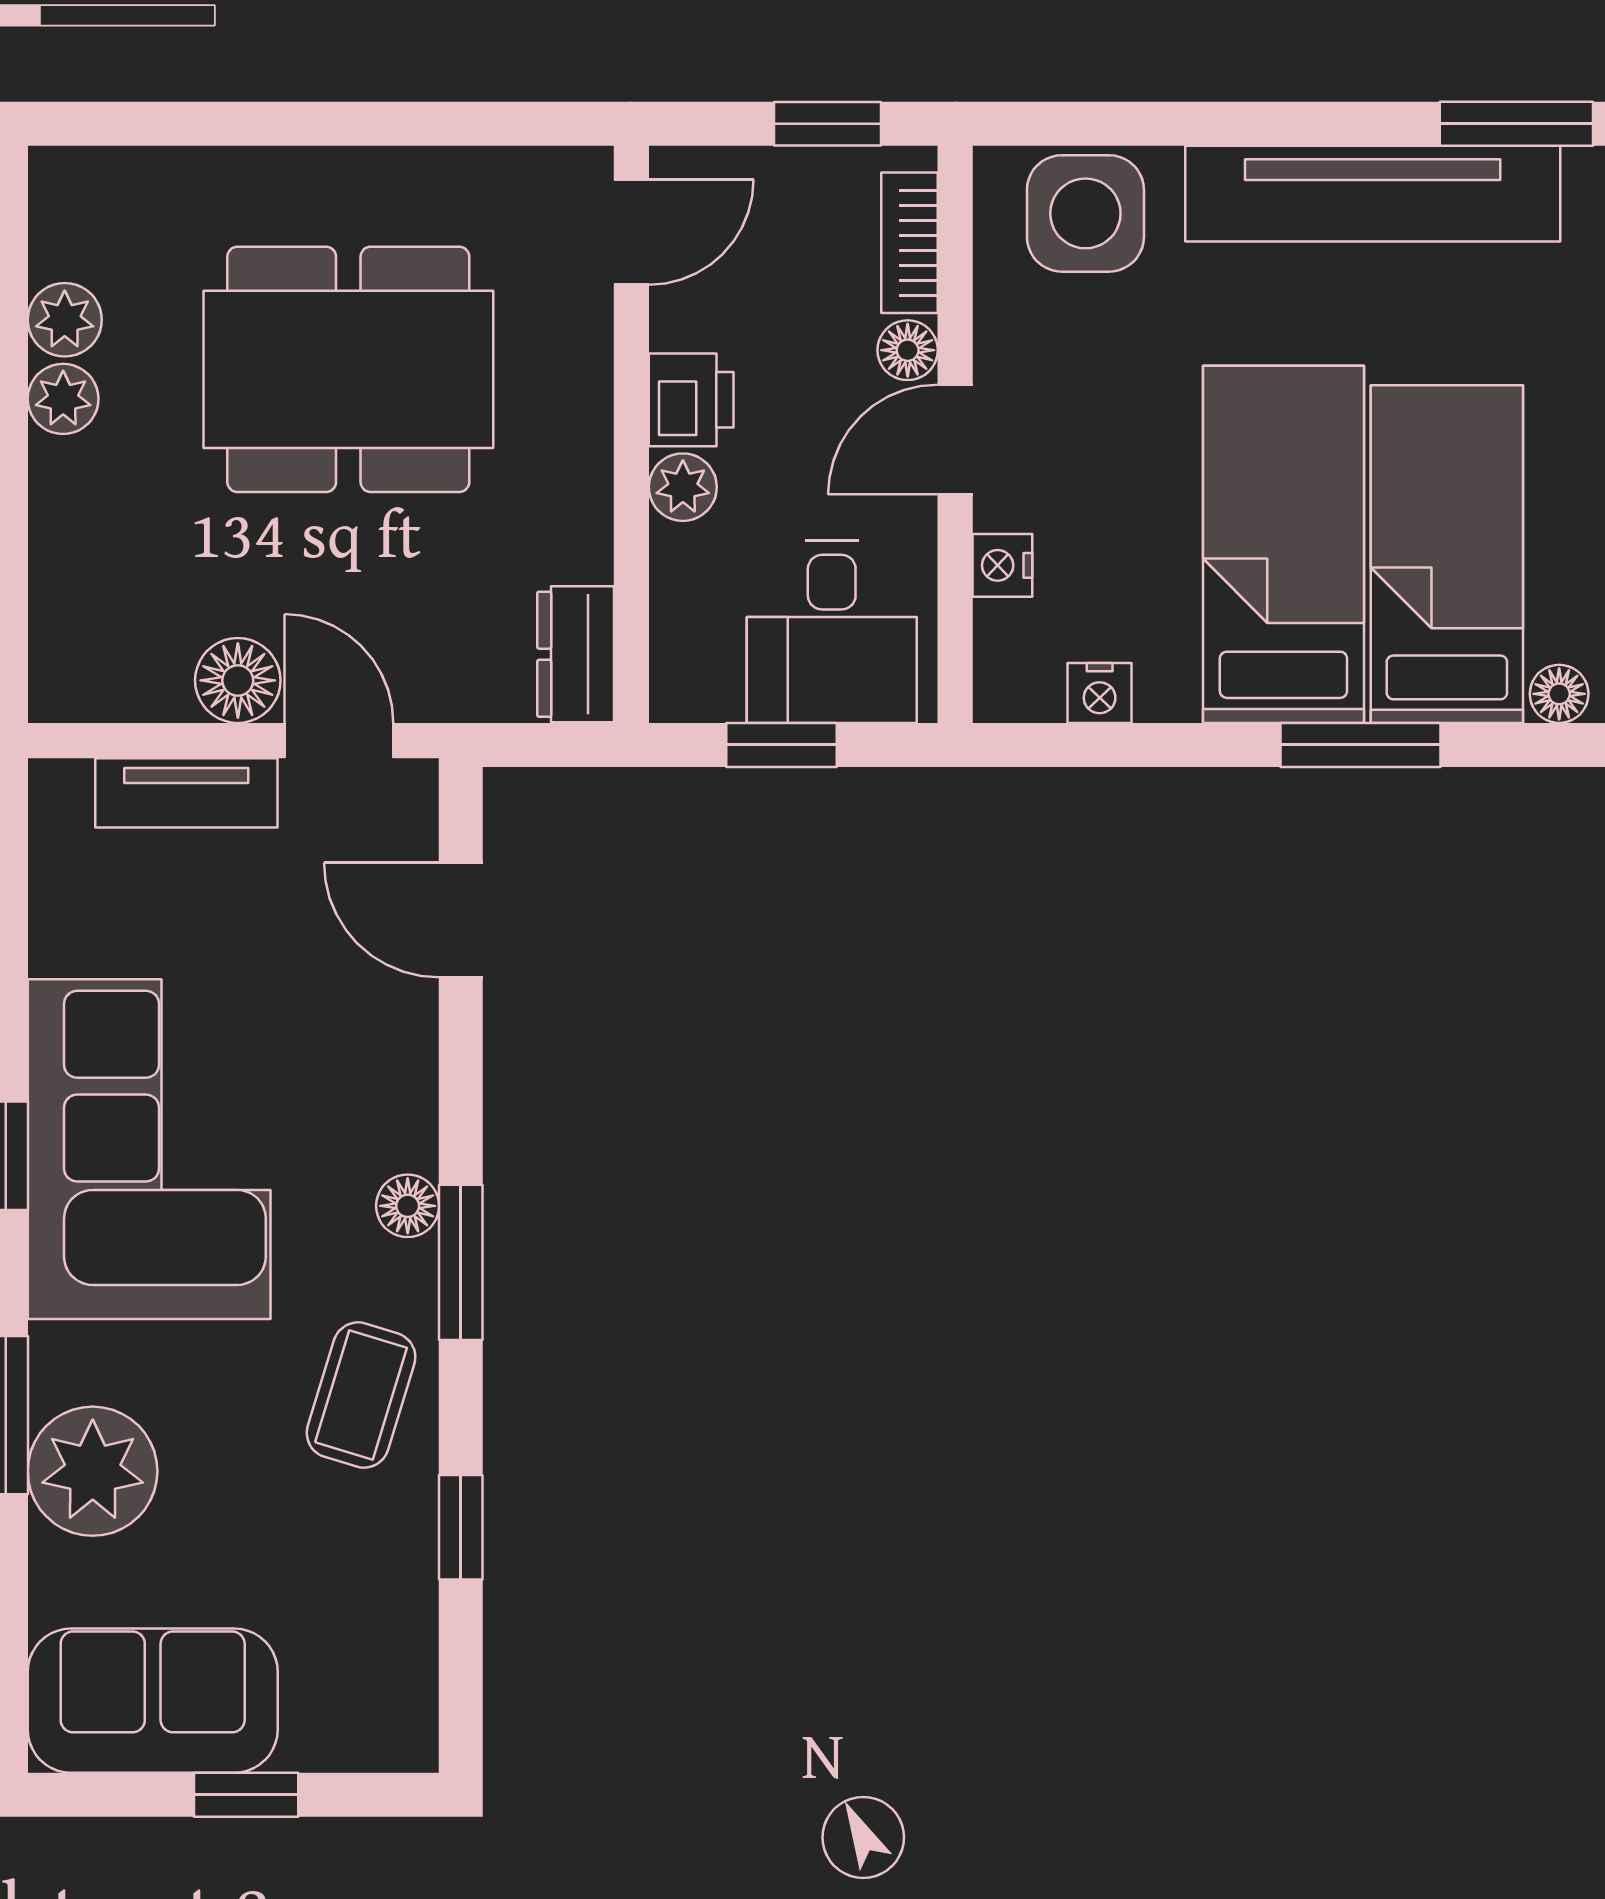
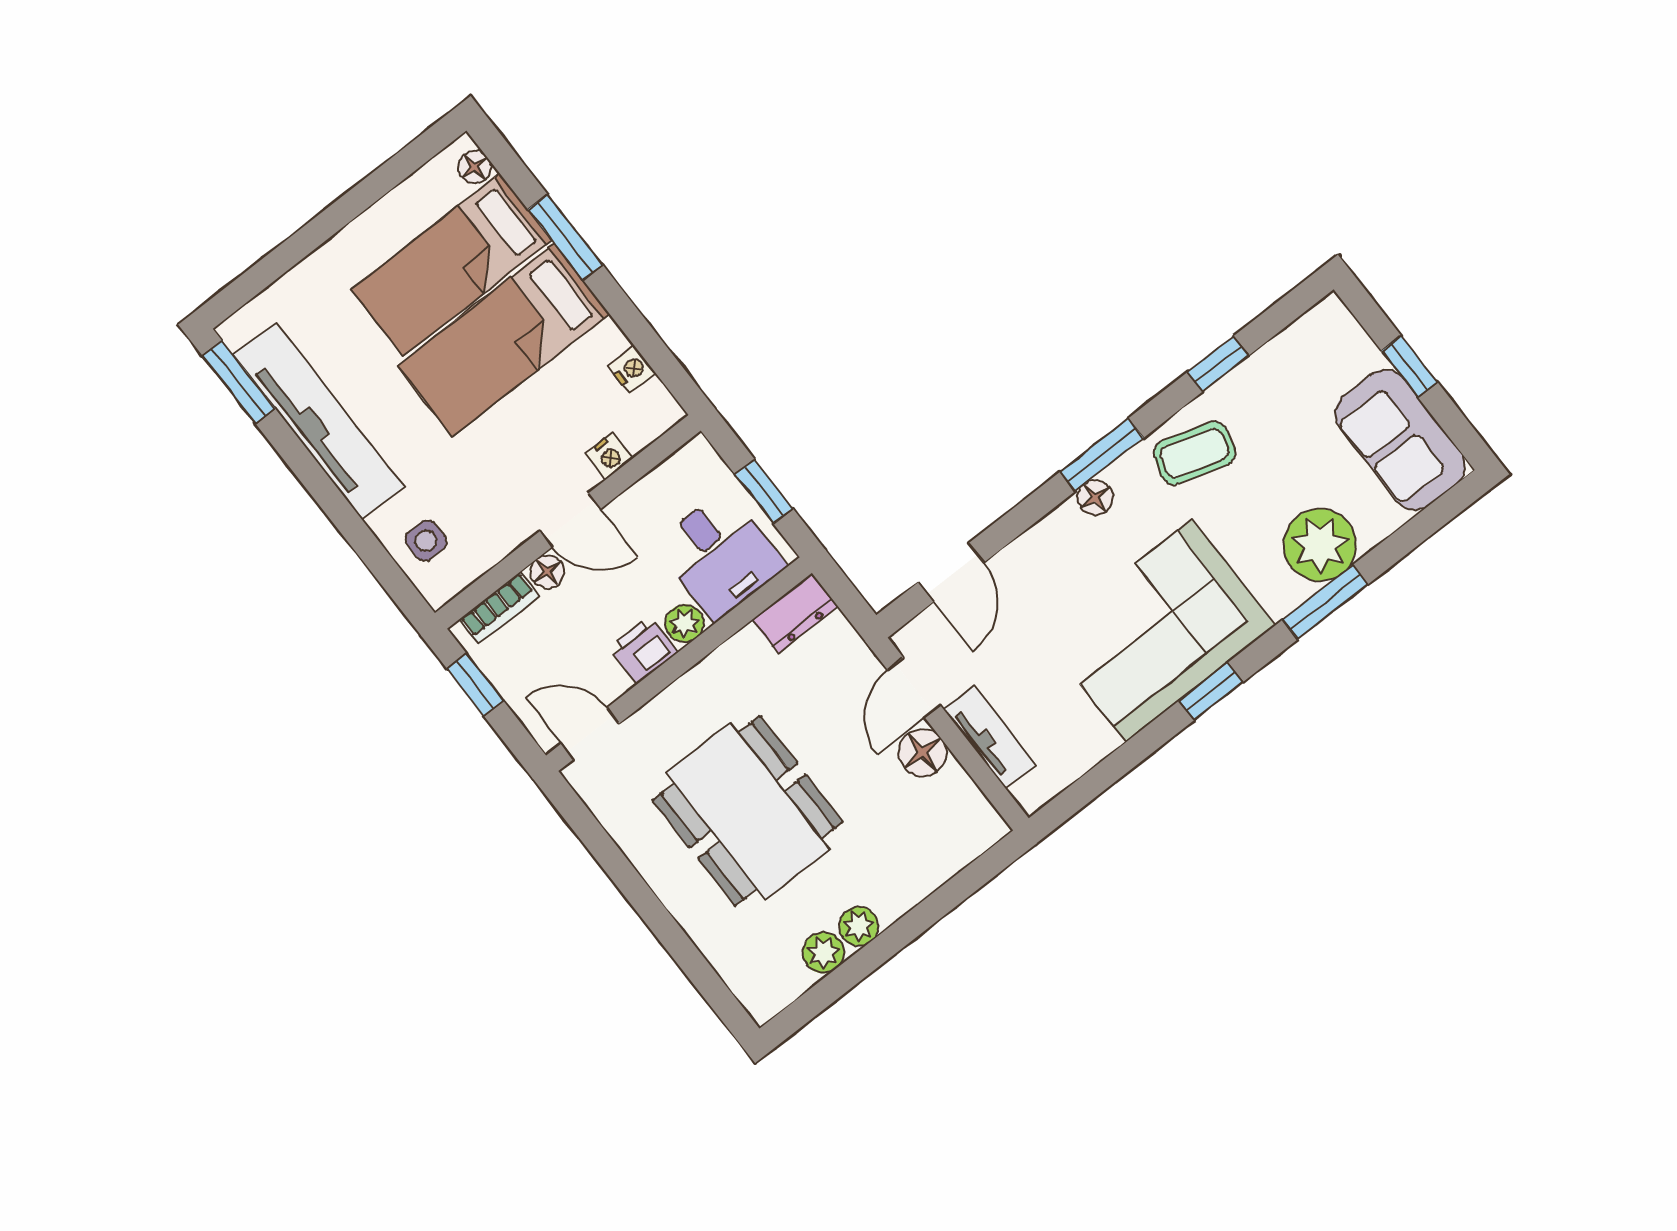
side table: (1085, 213) -> (426, 541), width x0.54, depth x0.54
desk: (832, 632) -> (720, 555), moved, turned 90

